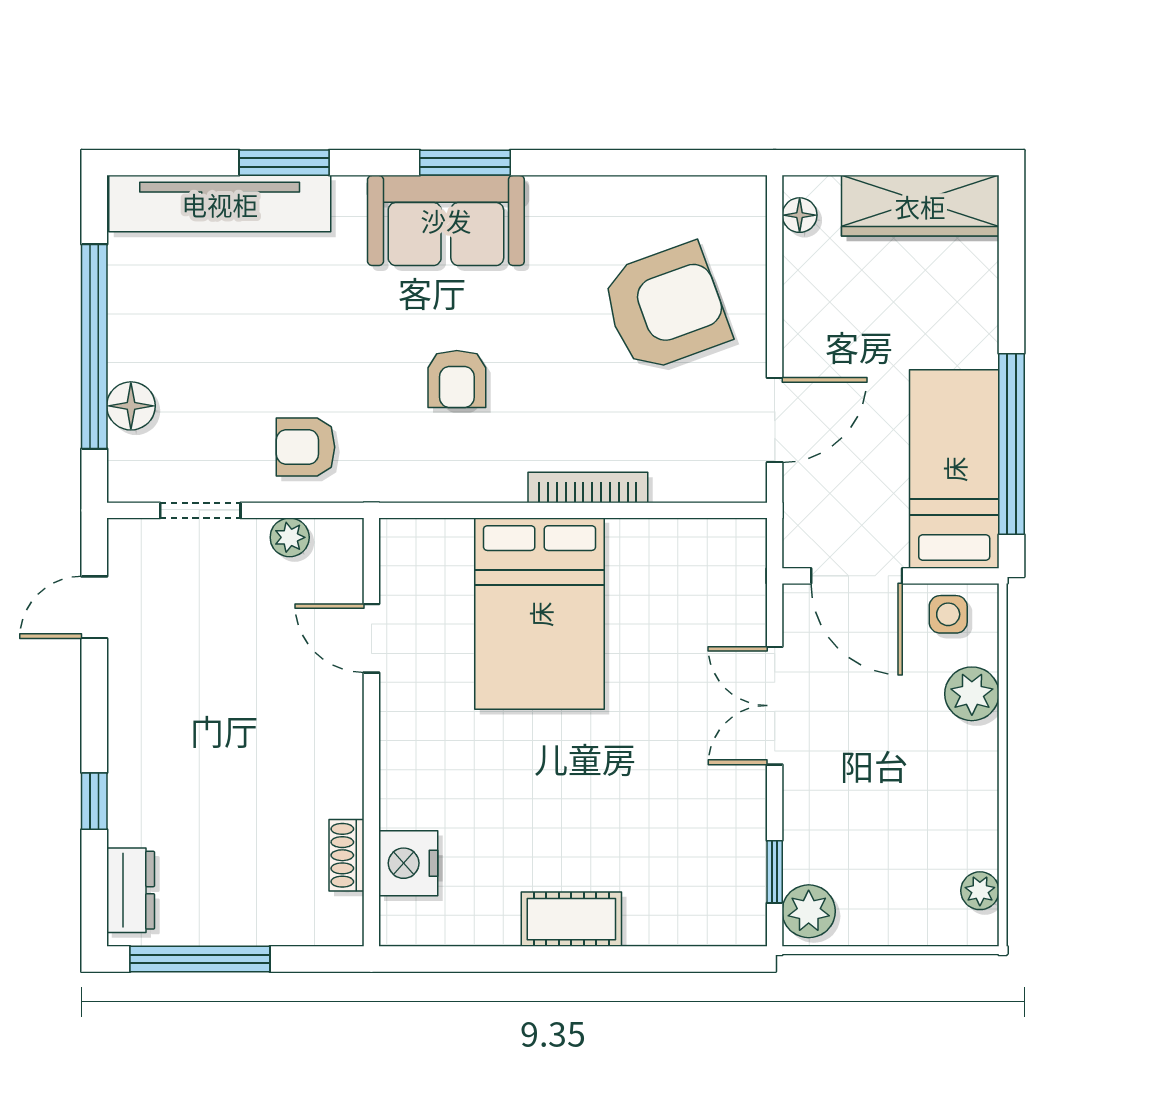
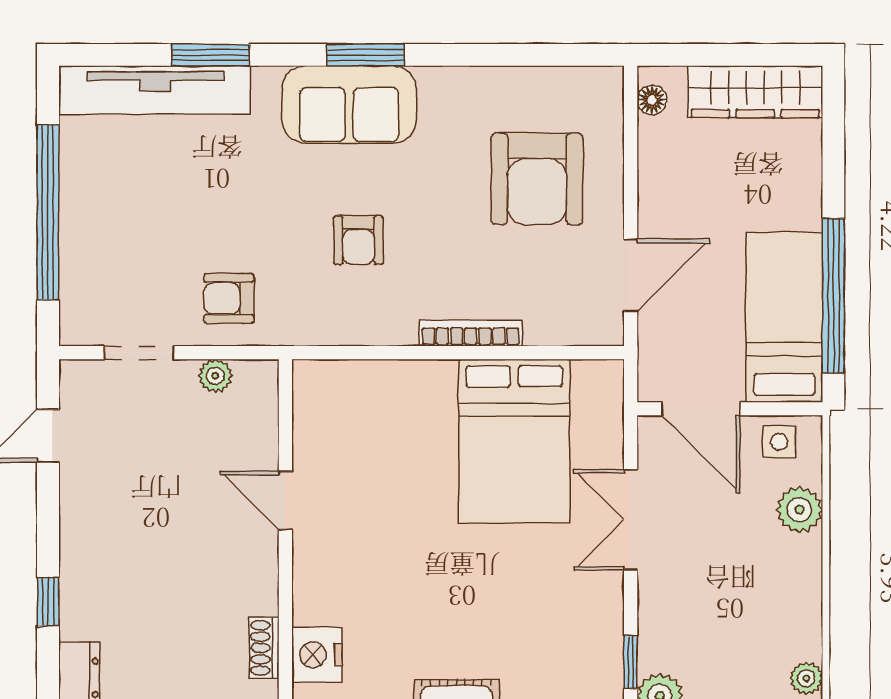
armchair: (665, 307) -> (537, 179), turned 110
floor lamp: (131, 406) -> (79, 263), removed
bed: (540, 614) -> (514, 441), moved
door: (371, 638) -> (285, 501), moved

